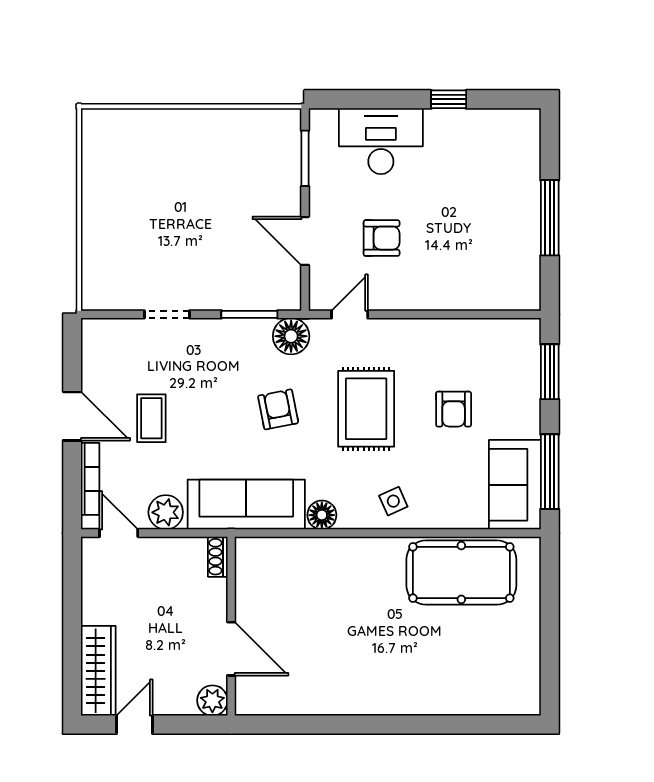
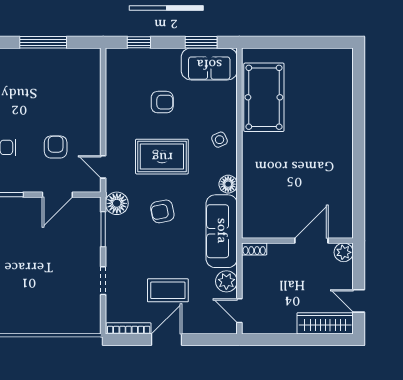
window: (550, 372) -> (139, 42), width x0.67
coffee table: (151, 418) -> (168, 290), width x1.36, depth x1.30
window: (550, 472) -> (201, 42), width x0.69
bookcase: (90, 479) -> (129, 328), moved
door: (119, 533) -> (239, 311), hinge flipped

